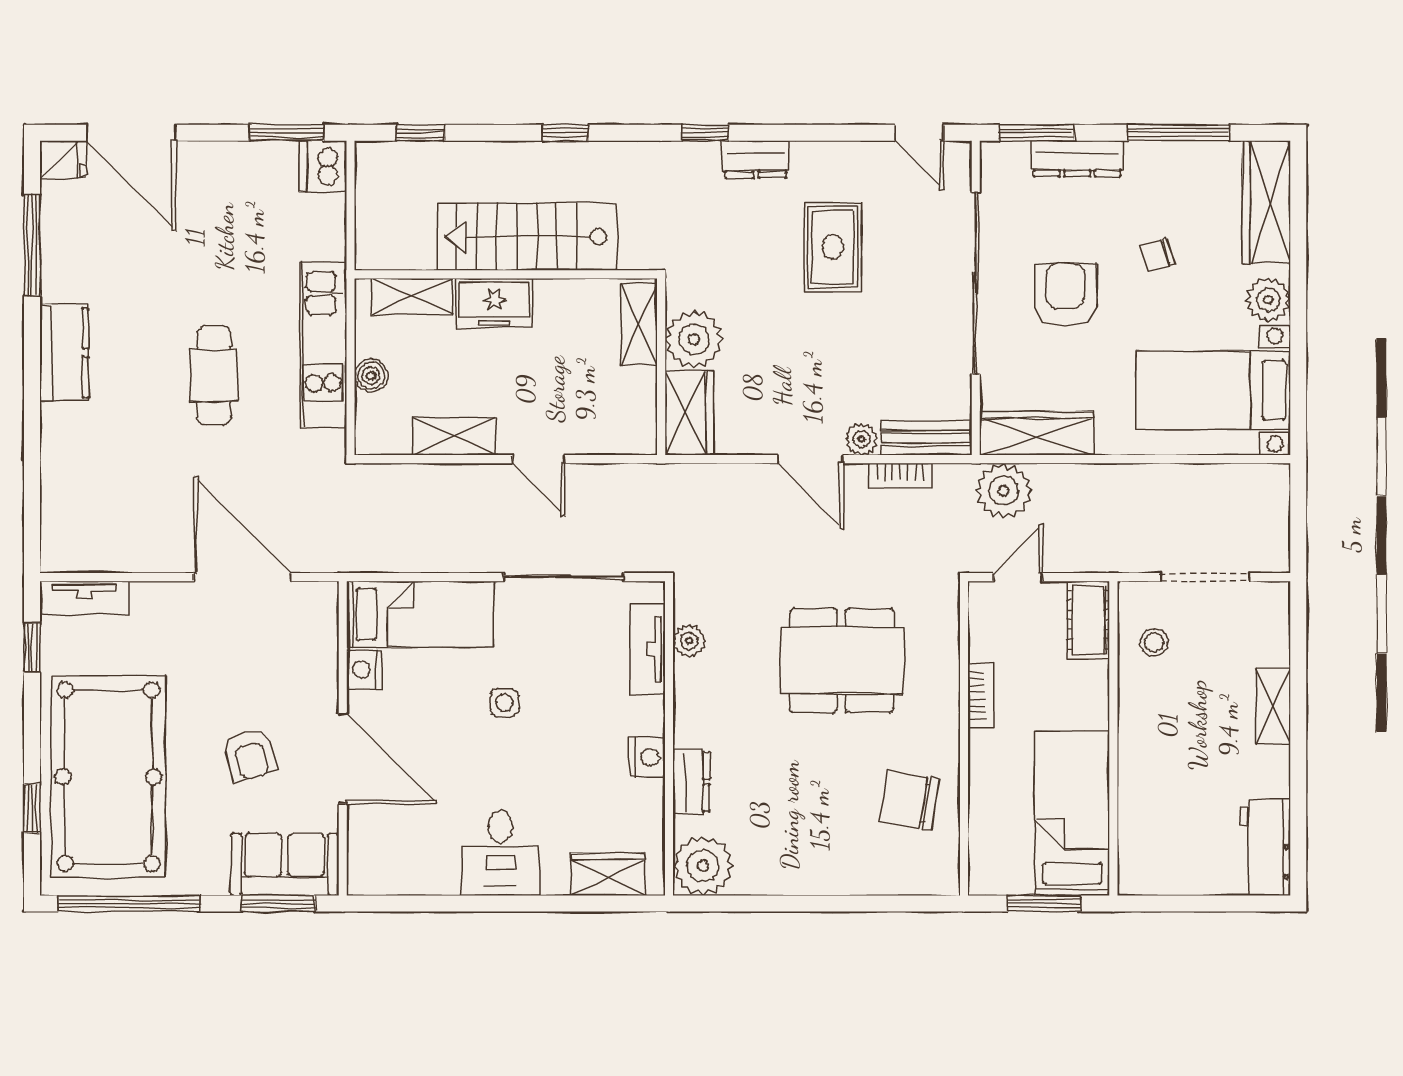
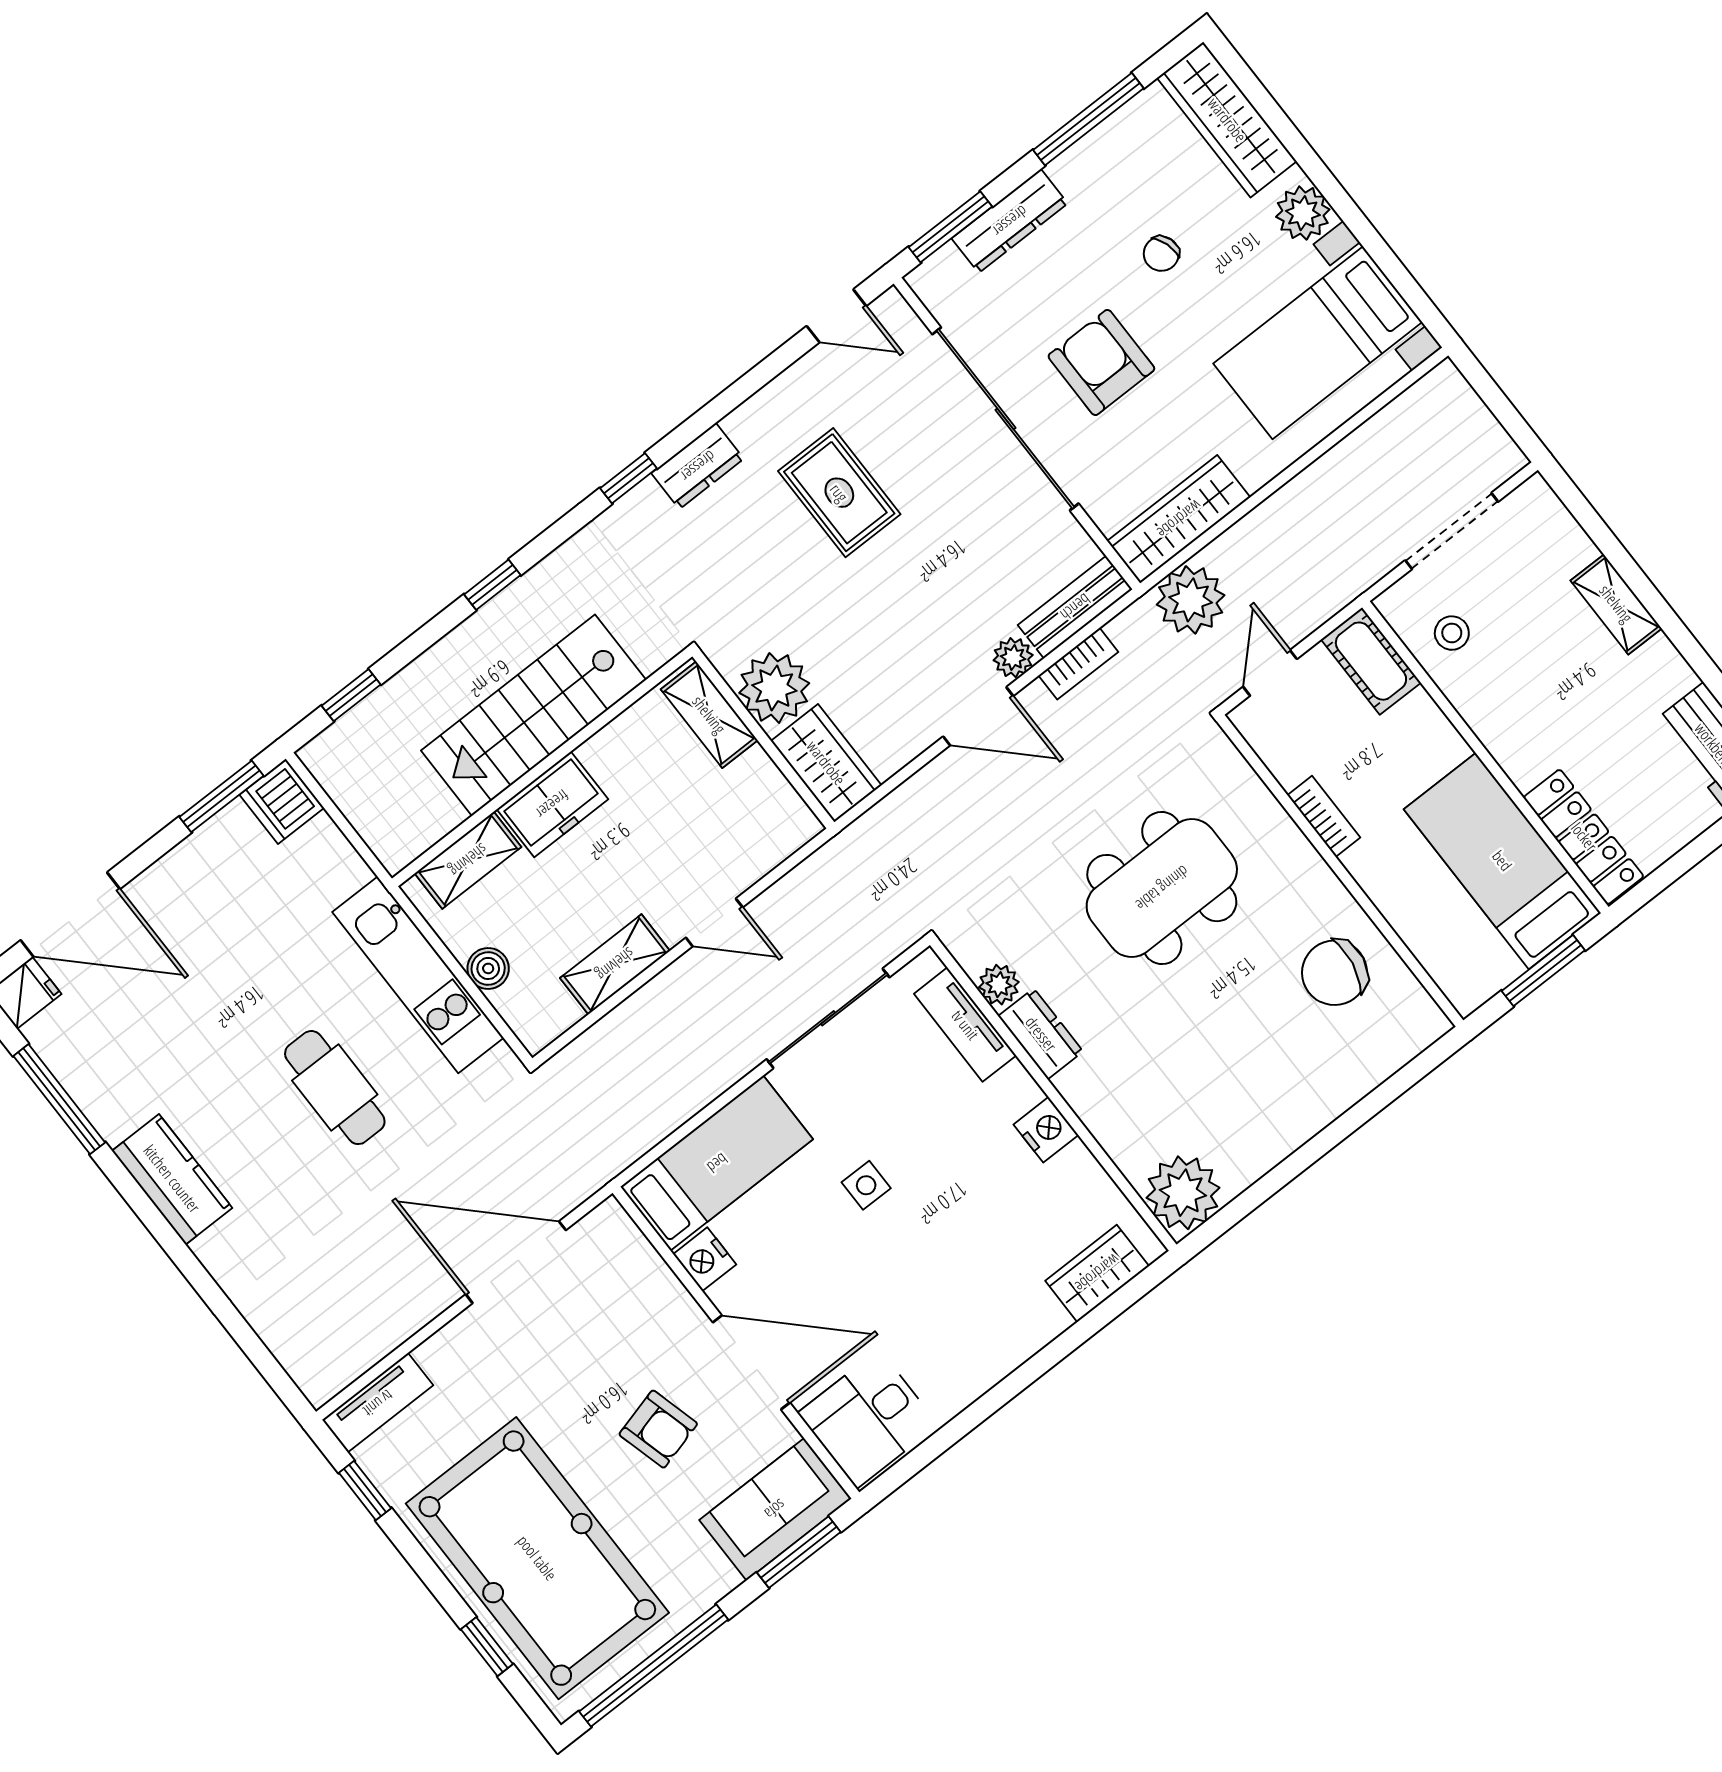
dresser: (691, 782) -> (1041, 1034), moved
locker: (1136, 838) -> (1584, 837), added
desk: (500, 853) -> (868, 1419), moved, turned 90

